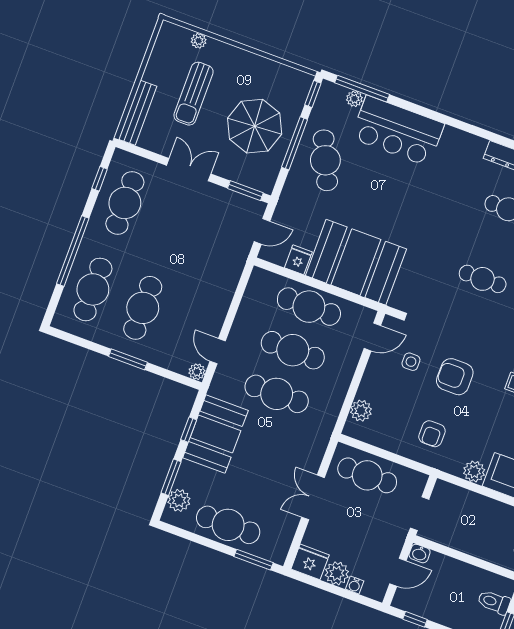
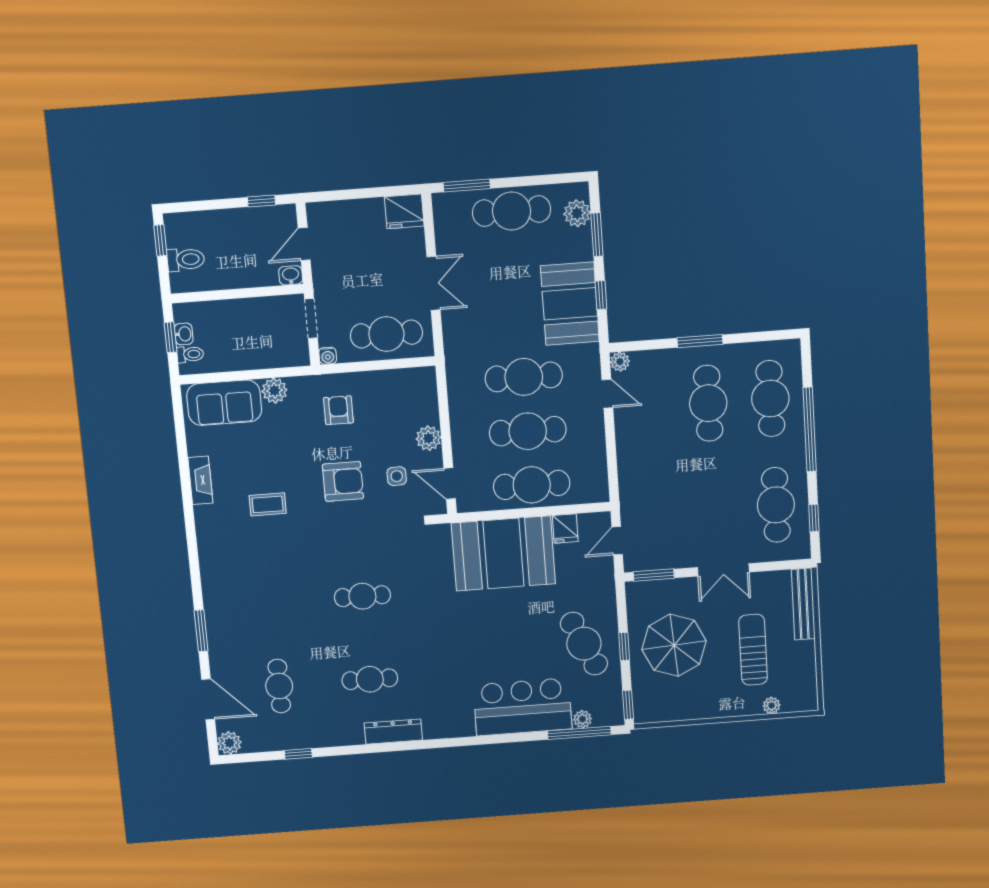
window: (295, 143) -> (624, 646), width x0.46
door: (372, 337) -> (450, 484), hinge flipped
plant: (361, 411) -> (429, 438), moved
plant: (337, 573) -> (369, 212), removed
water cooler: (355, 585) -> (328, 356), moved, turned 180

